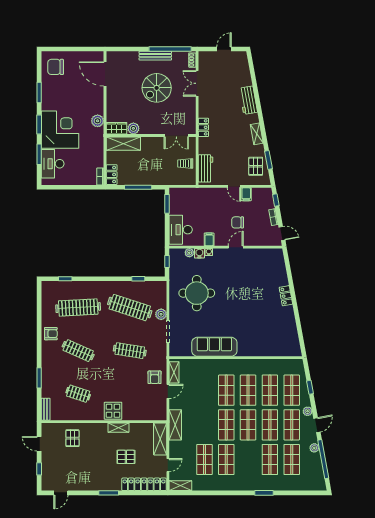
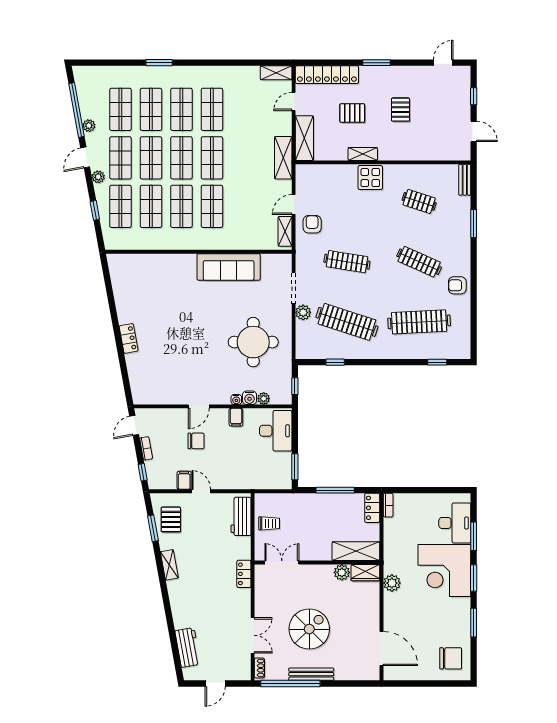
workbench: (248, 100) -> (188, 647), moved
door: (282, 234) -> (134, 425), hinge flipped
pallet: (72, 438) -> (401, 110), moved
shop shelf: (204, 460) -> (181, 109), moved

